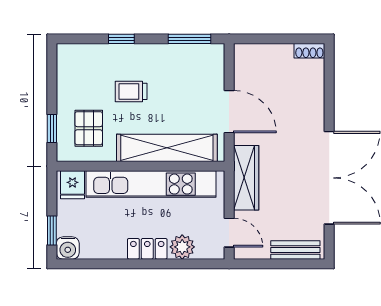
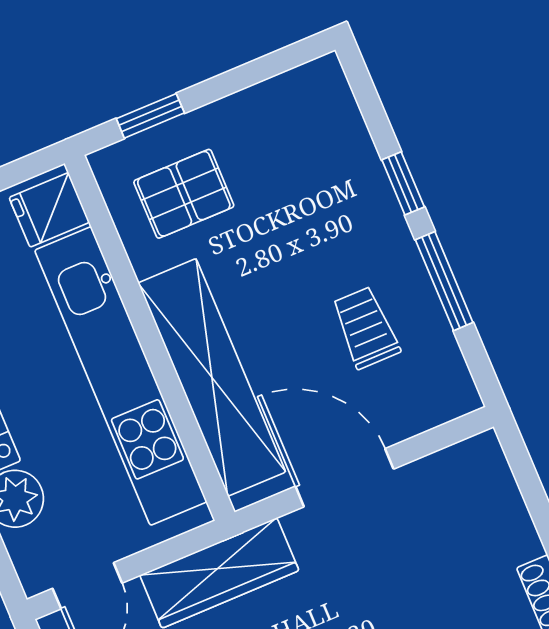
window: (189, 39) -> (444, 281), moved
trolley: (131, 91) -> (366, 328), moved
door: (229, 112) -> (345, 478), swing flipped

